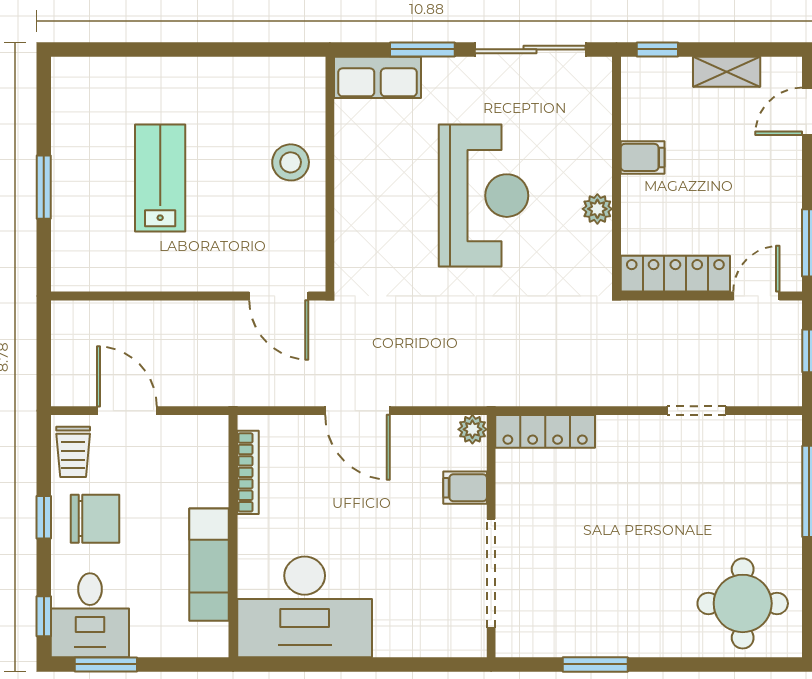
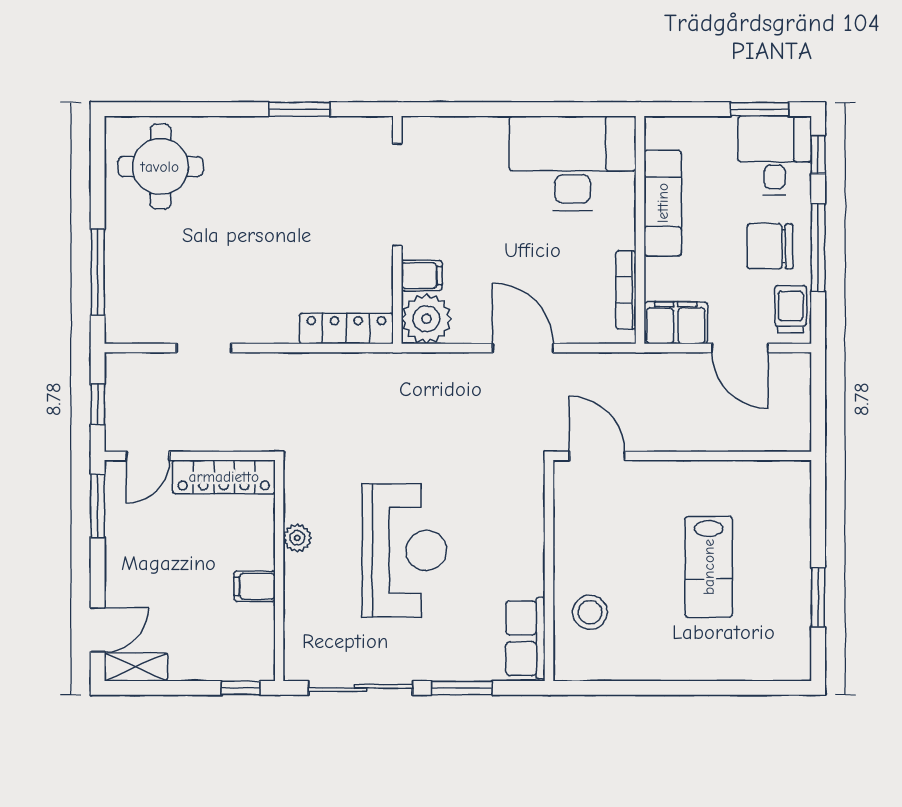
shelving: (727, 72) -> (136, 667), moved
row of seats: (378, 77) -> (525, 638), moved, turned -90
stool: (291, 162) -> (590, 612), moved
window: (44, 187) -> (818, 597), moved
reception desk: (484, 196) -> (404, 550), turned 180
plant: (472, 429) -> (426, 319), width x1.87, depth x1.87
filing cabinet: (195, 437) -> (676, 323), added
window: (44, 517) -> (818, 248), width x2.17

